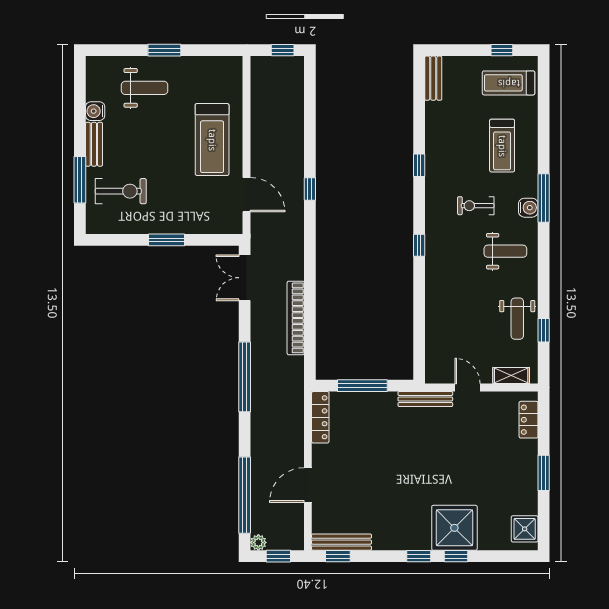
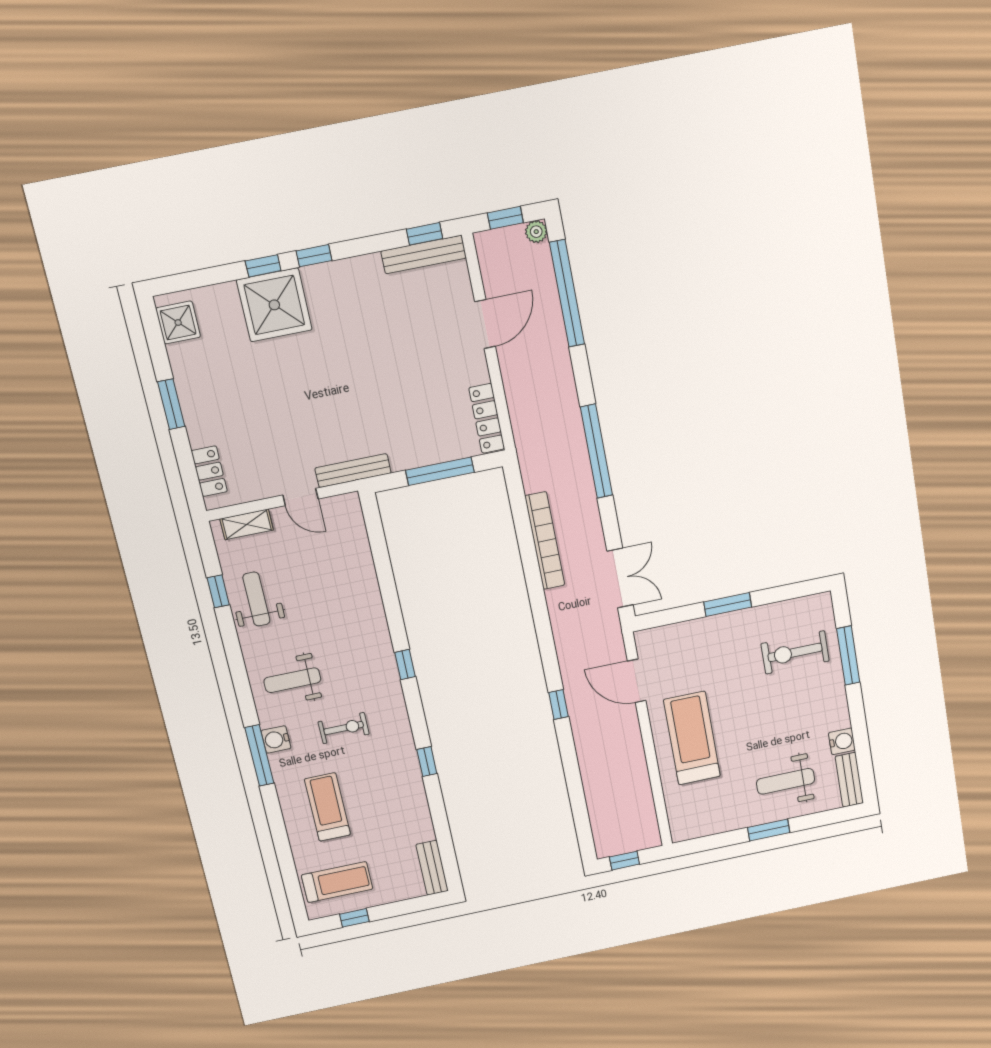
bench: (94, 144) -> (849, 780), moved

